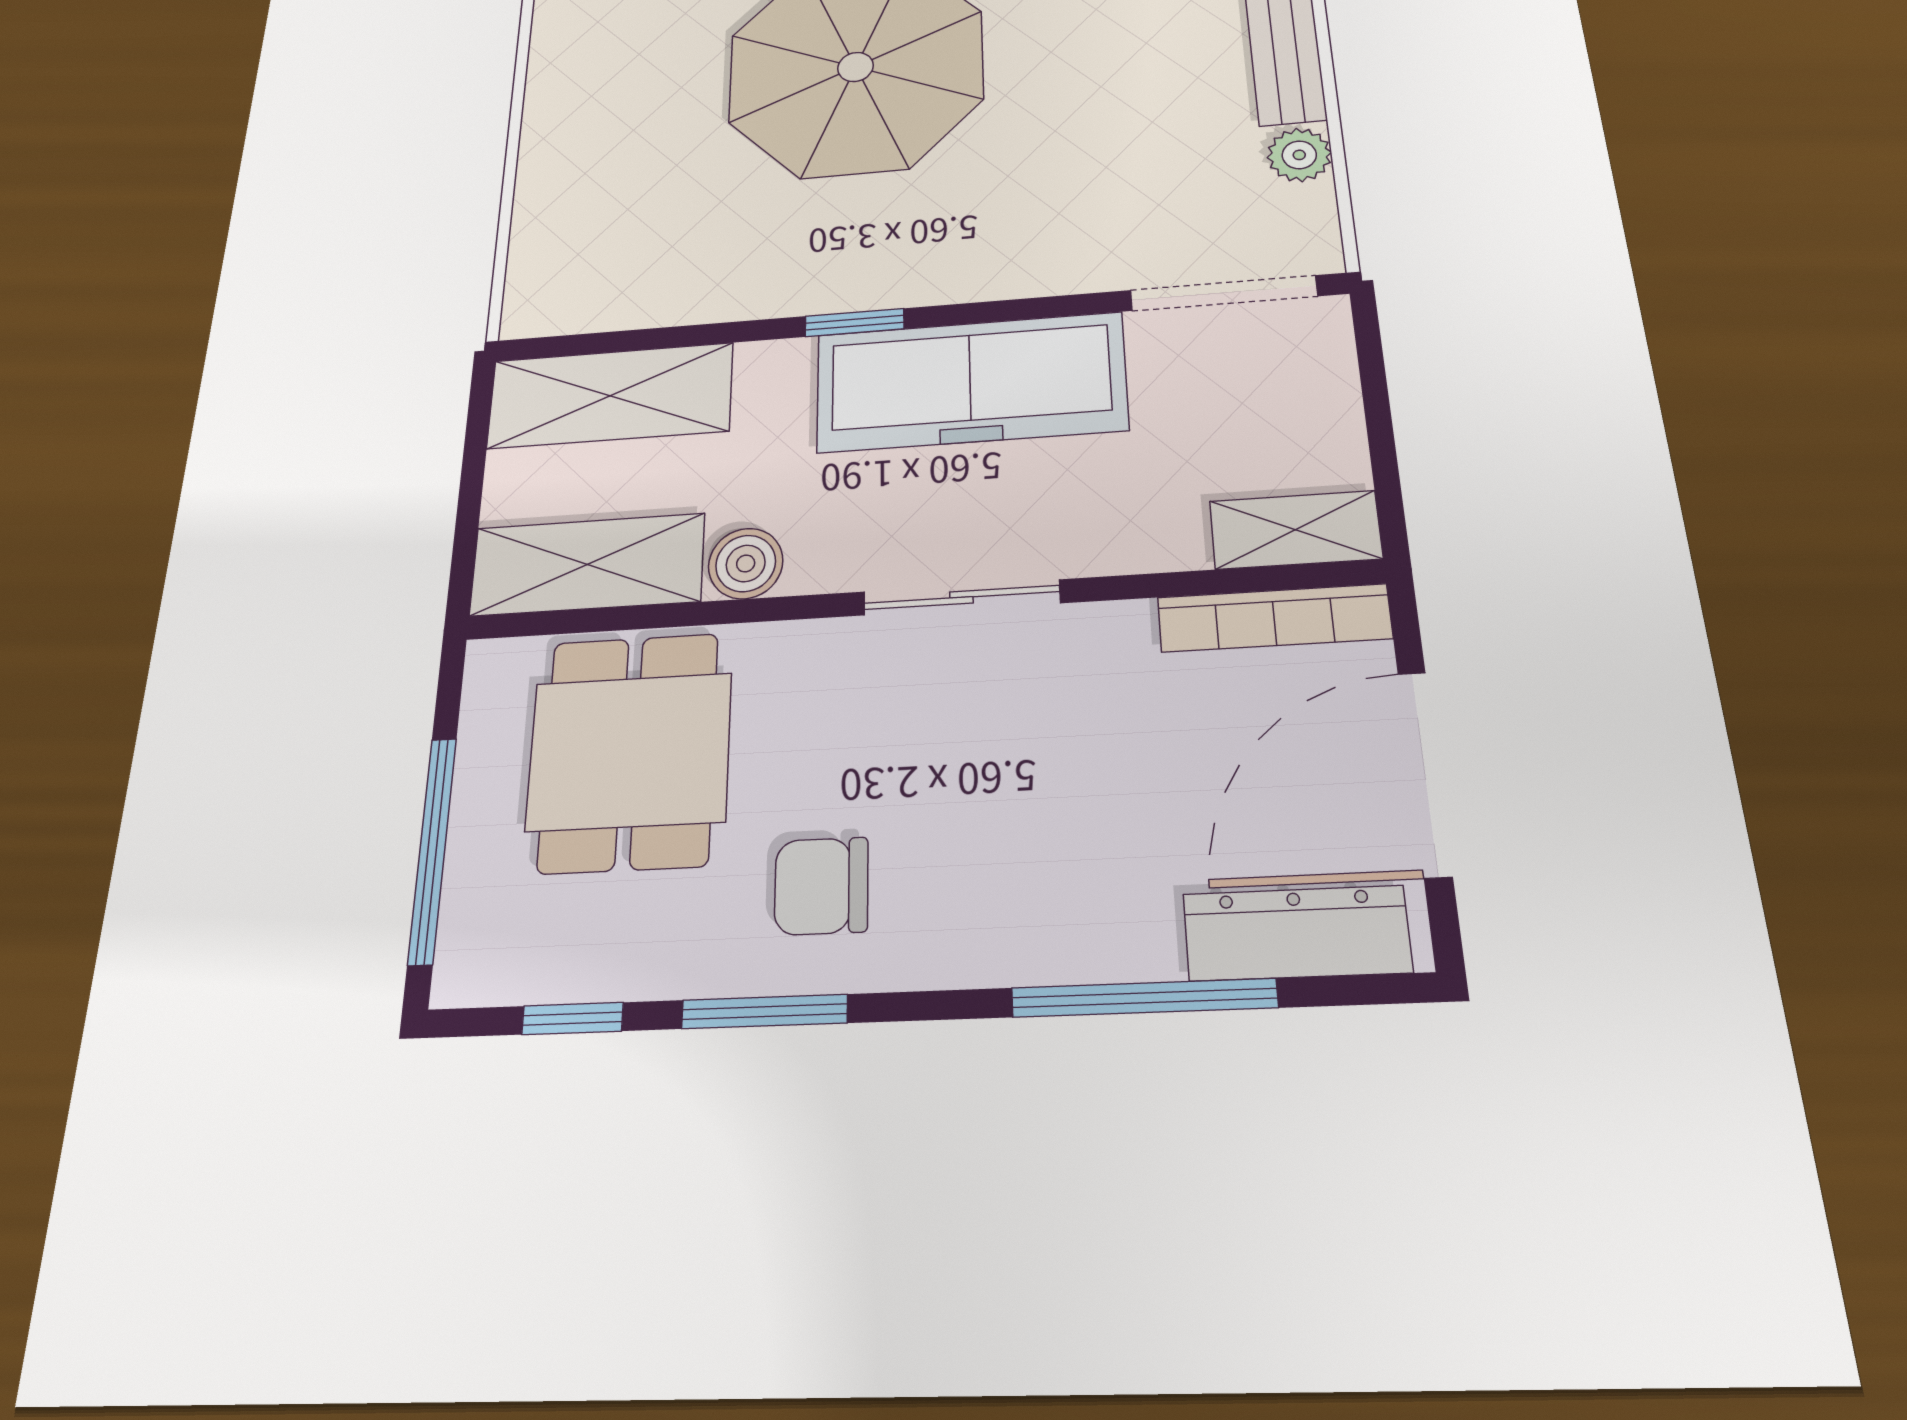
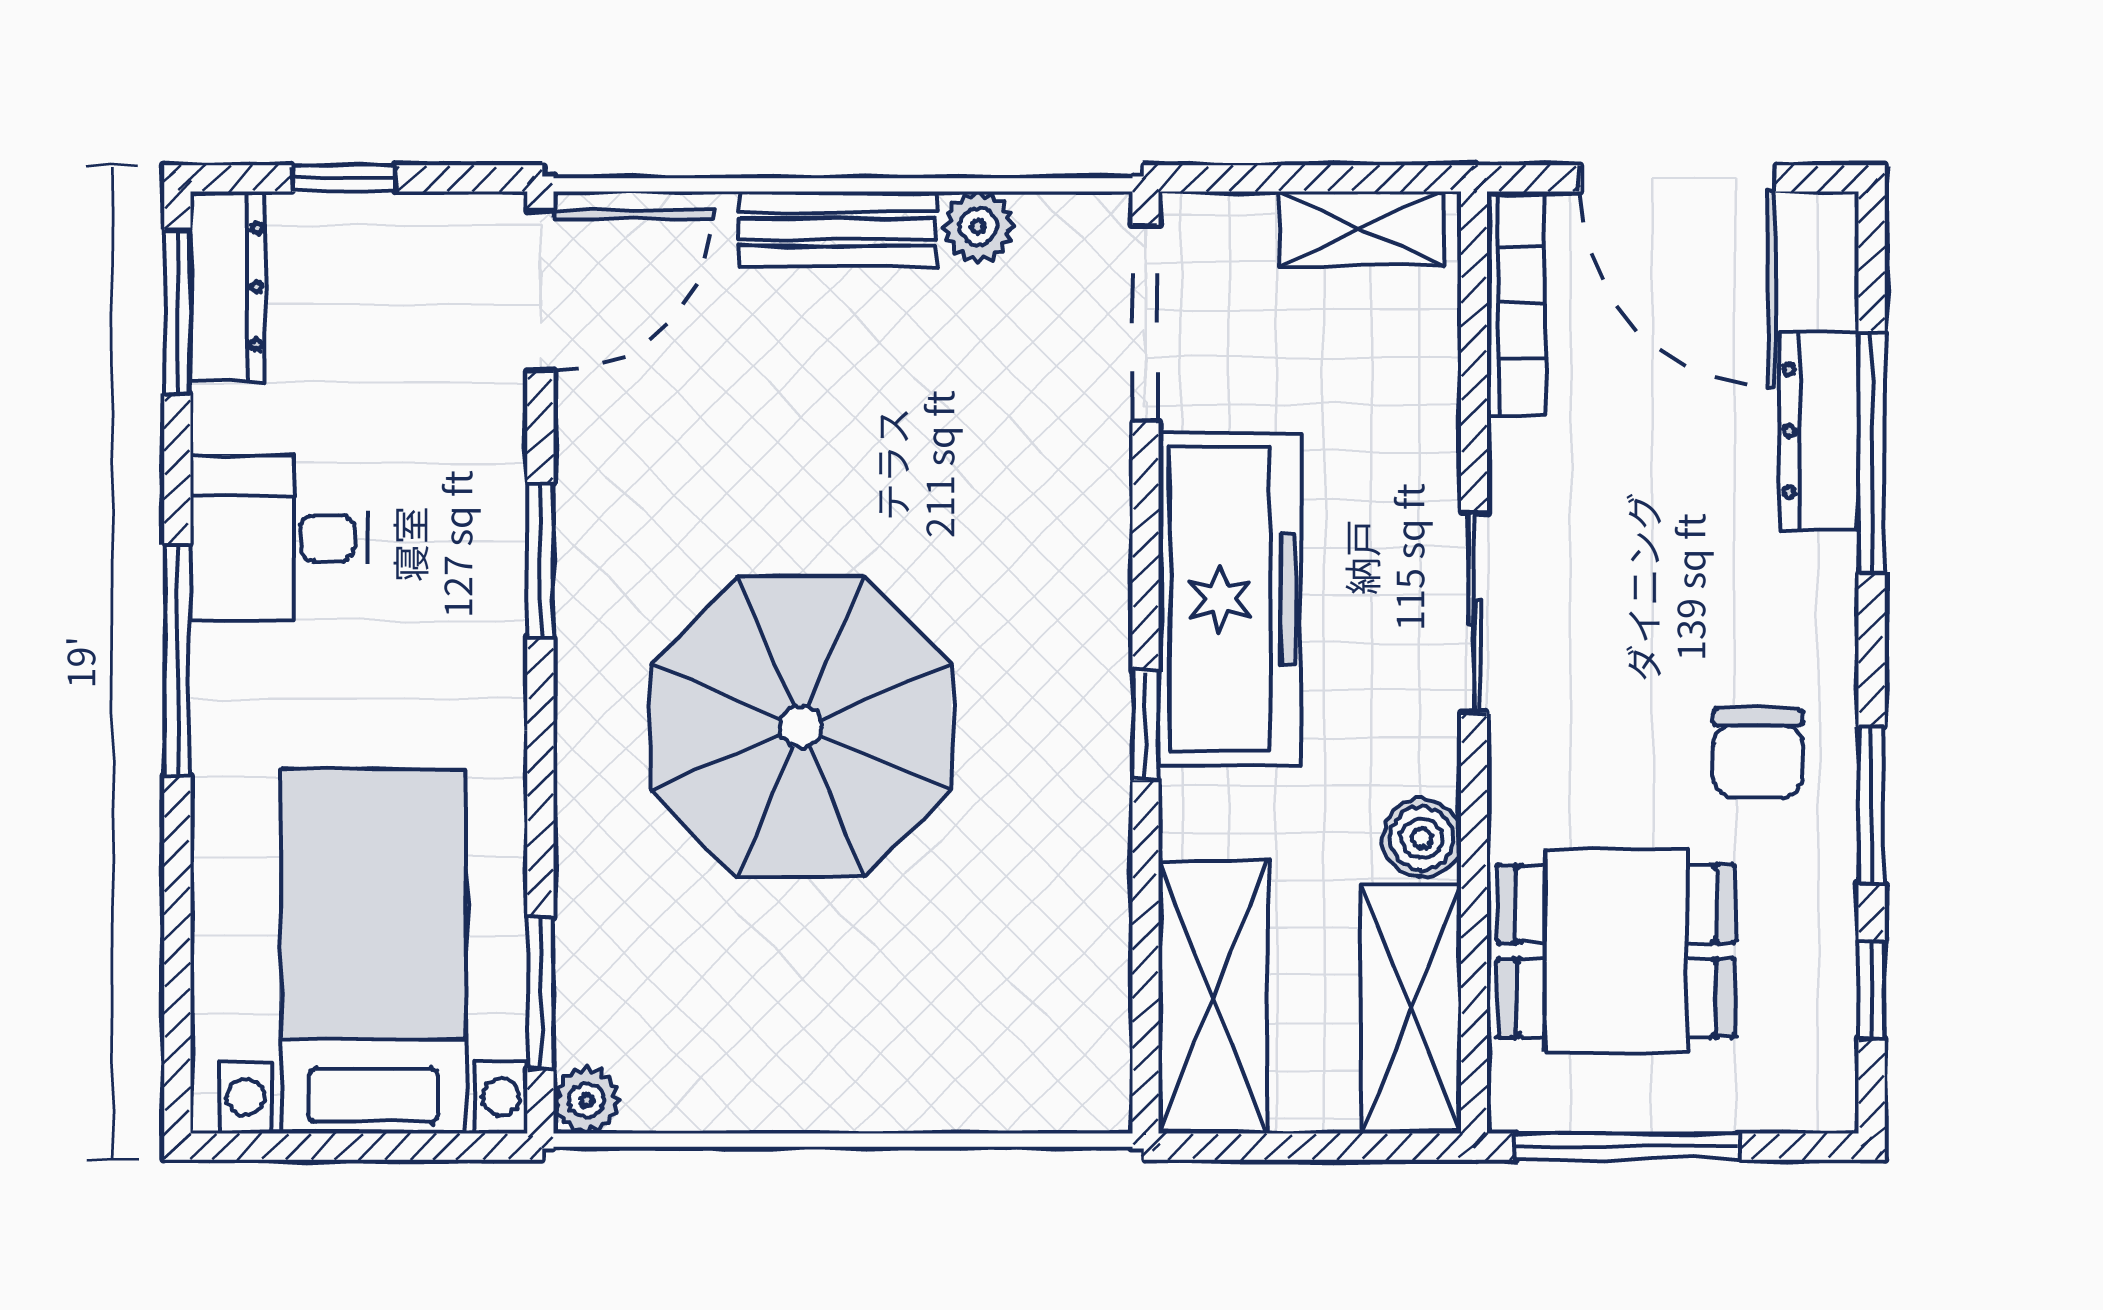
shelving: (1295, 530) -> (1361, 228), moved, turned 90
window: (432, 850) -> (1627, 1147), moved
dresser: (1297, 933) -> (1820, 430), moved

